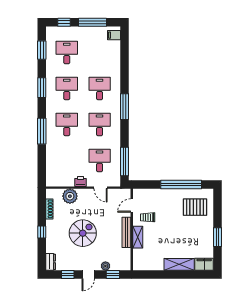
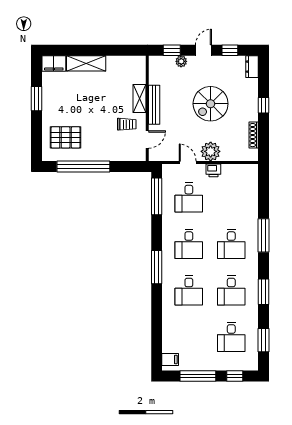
plant: (70, 196) -> (211, 151), moved

